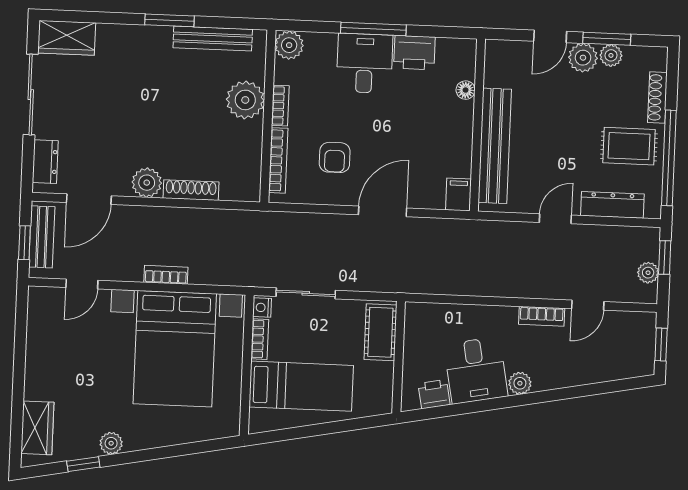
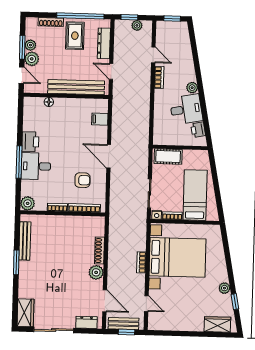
floor lamp: (466, 90) -> (49, 102), moved
plant: (245, 100) -> (55, 224), removed
wall: (477, 125) -> (66, 96), moved
bench: (495, 146) -> (76, 87), moved

